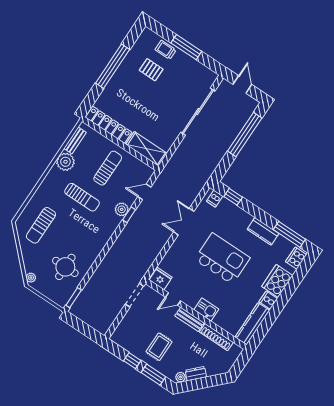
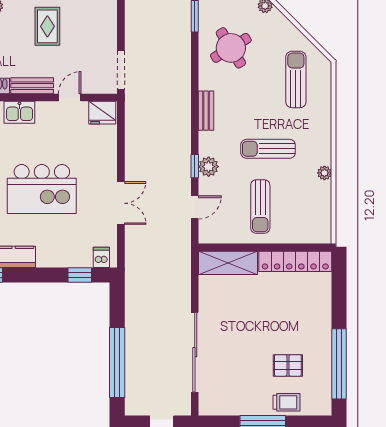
window: (113, 66) -> (339, 364), moved
bench: (75, 140) -> (206, 111), moved
plant: (65, 162) -> (324, 173), width x0.53, depth x0.53
round table: (65, 267) -> (231, 48), turned -31

